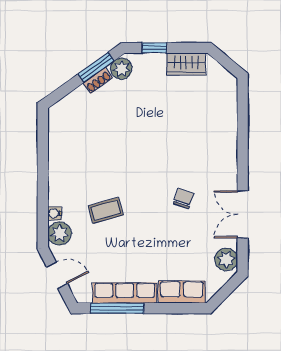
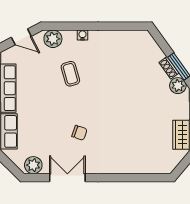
water cooler: (55, 213) -> (82, 35), moved
door: (57, 275) -> (21, 37), hinge flipped

